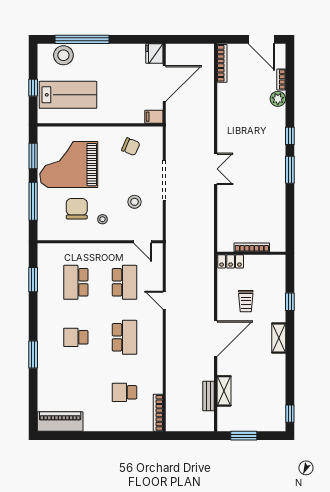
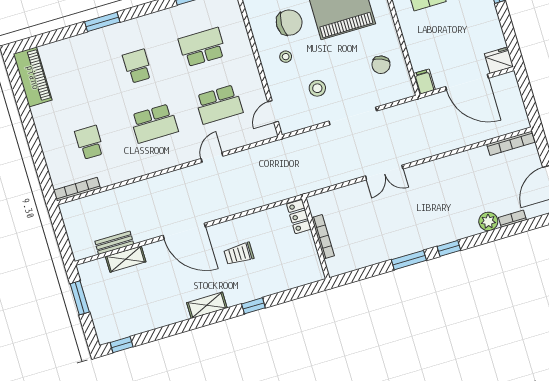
bookcase: (252, 247) -> (323, 237), moved
wall: (251, 253) -> (316, 238), moved
locker: (231, 261) -> (299, 217), moved

